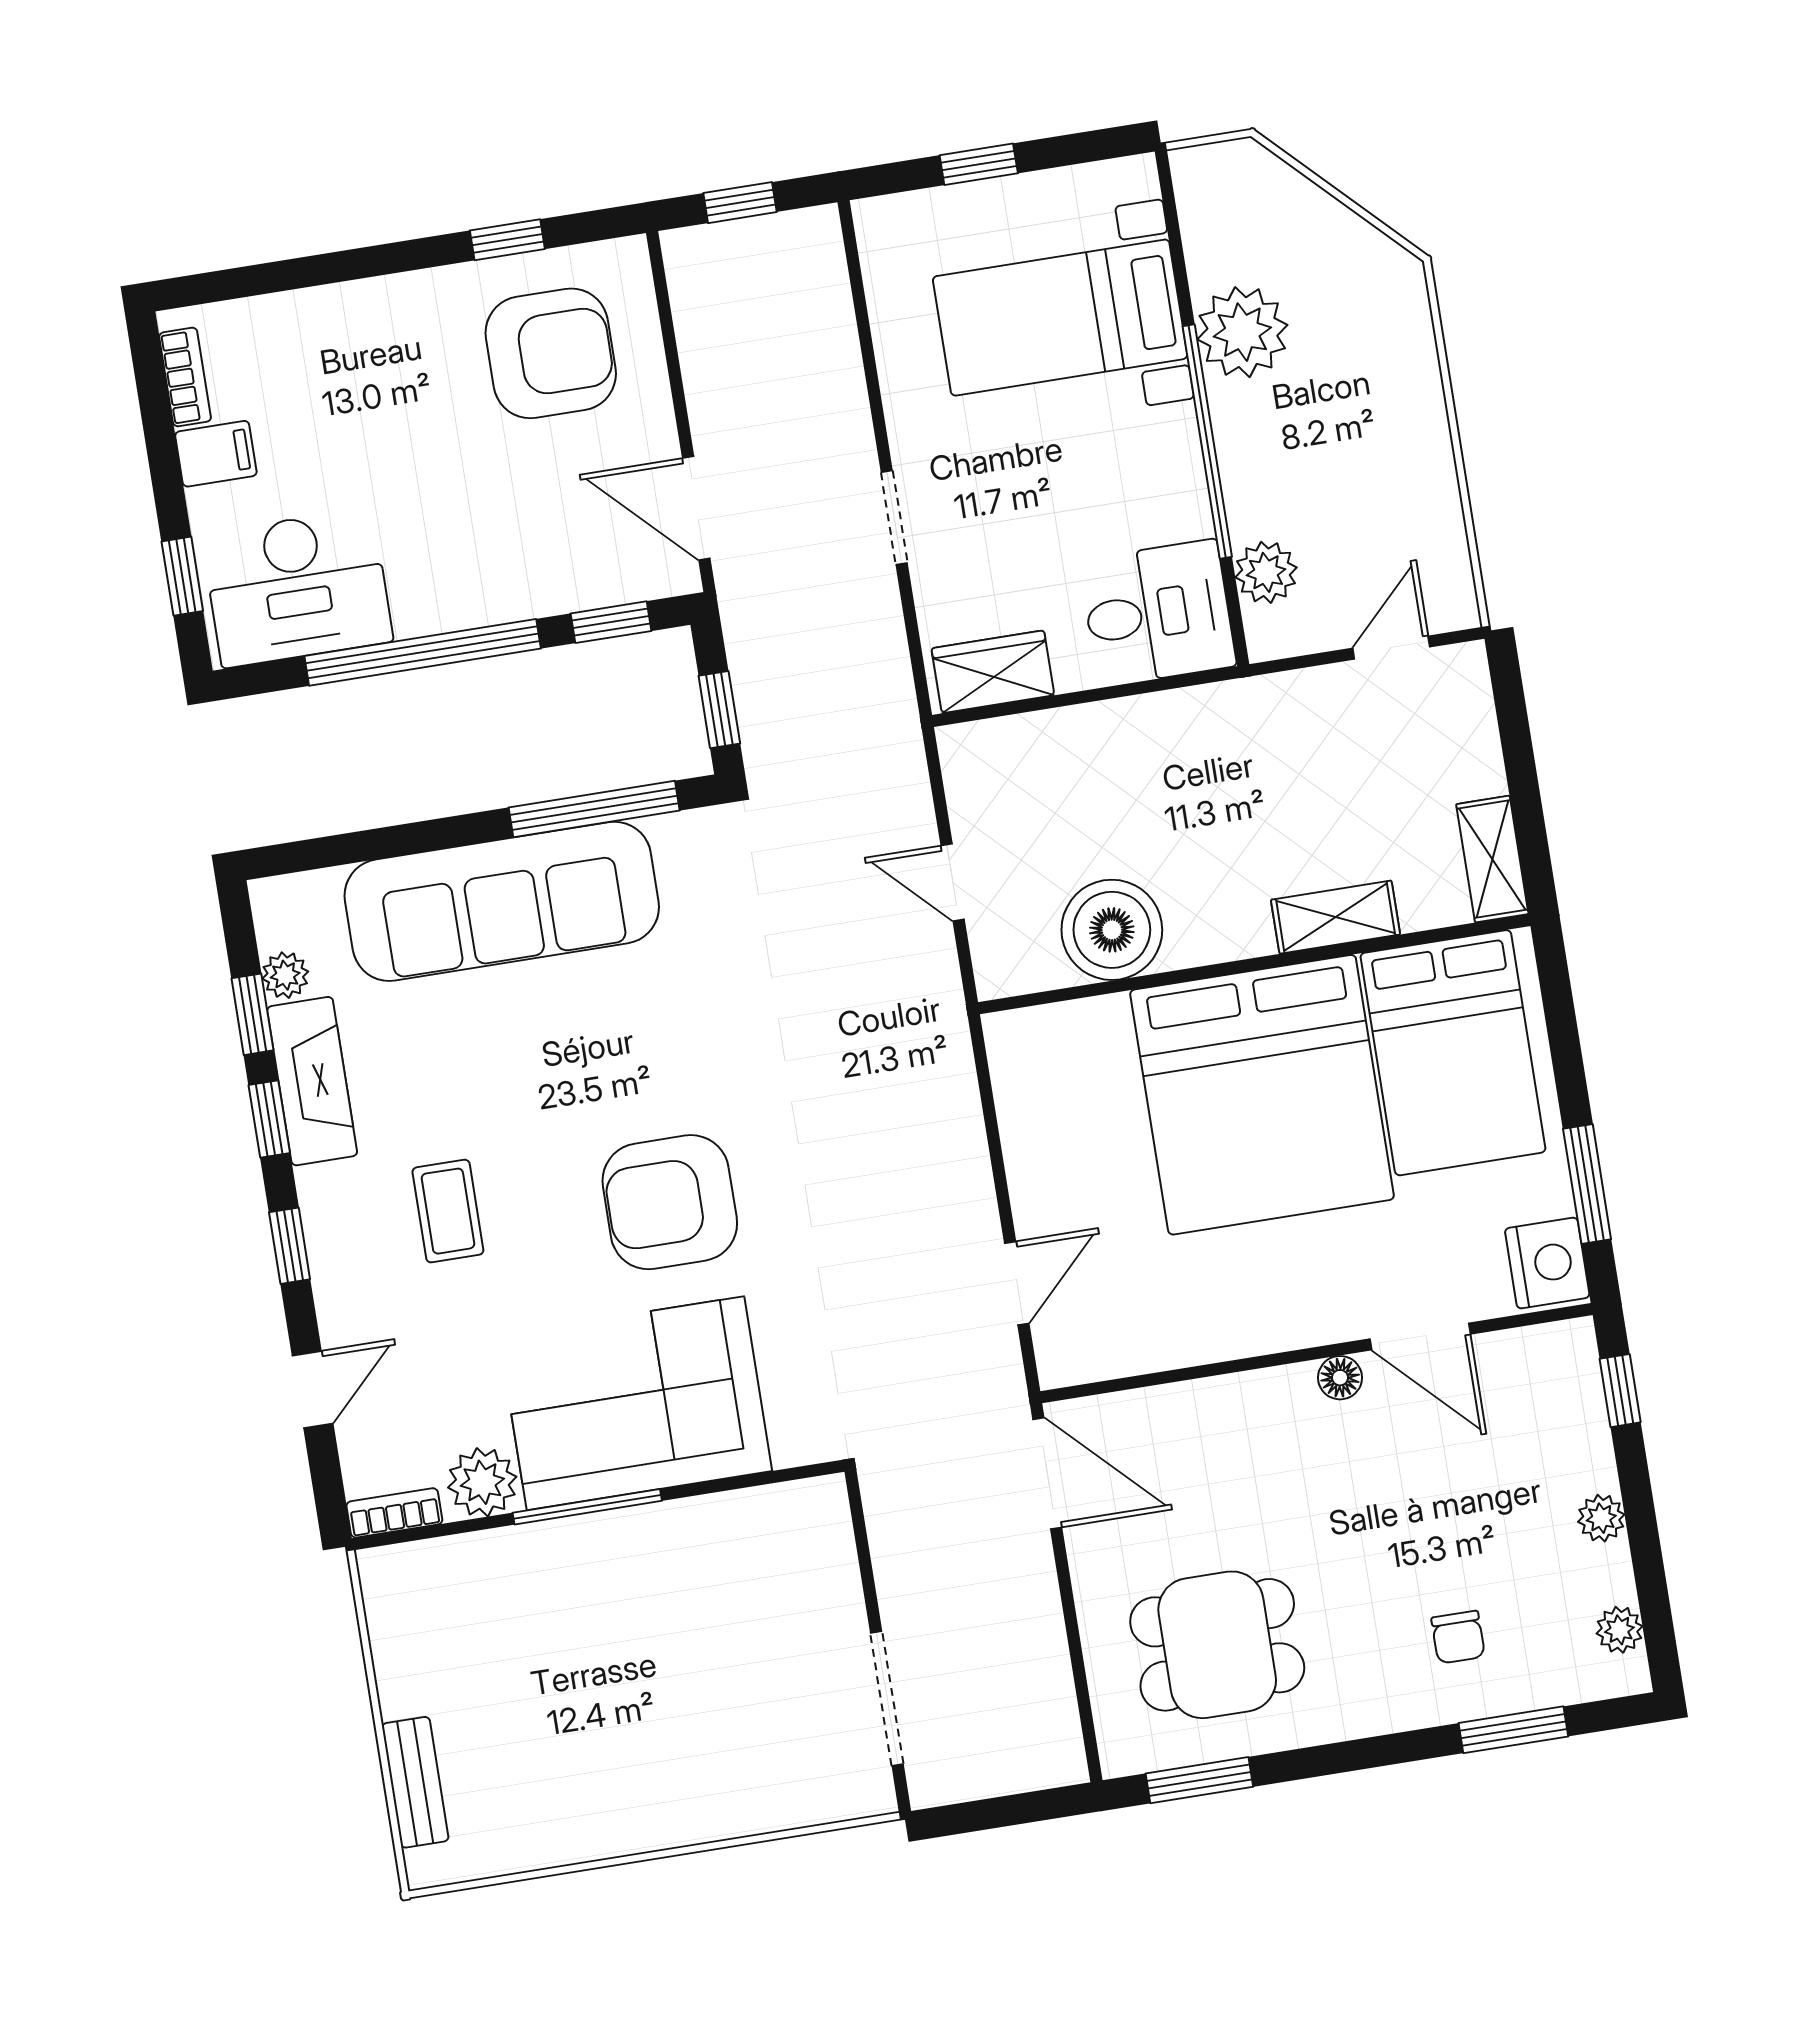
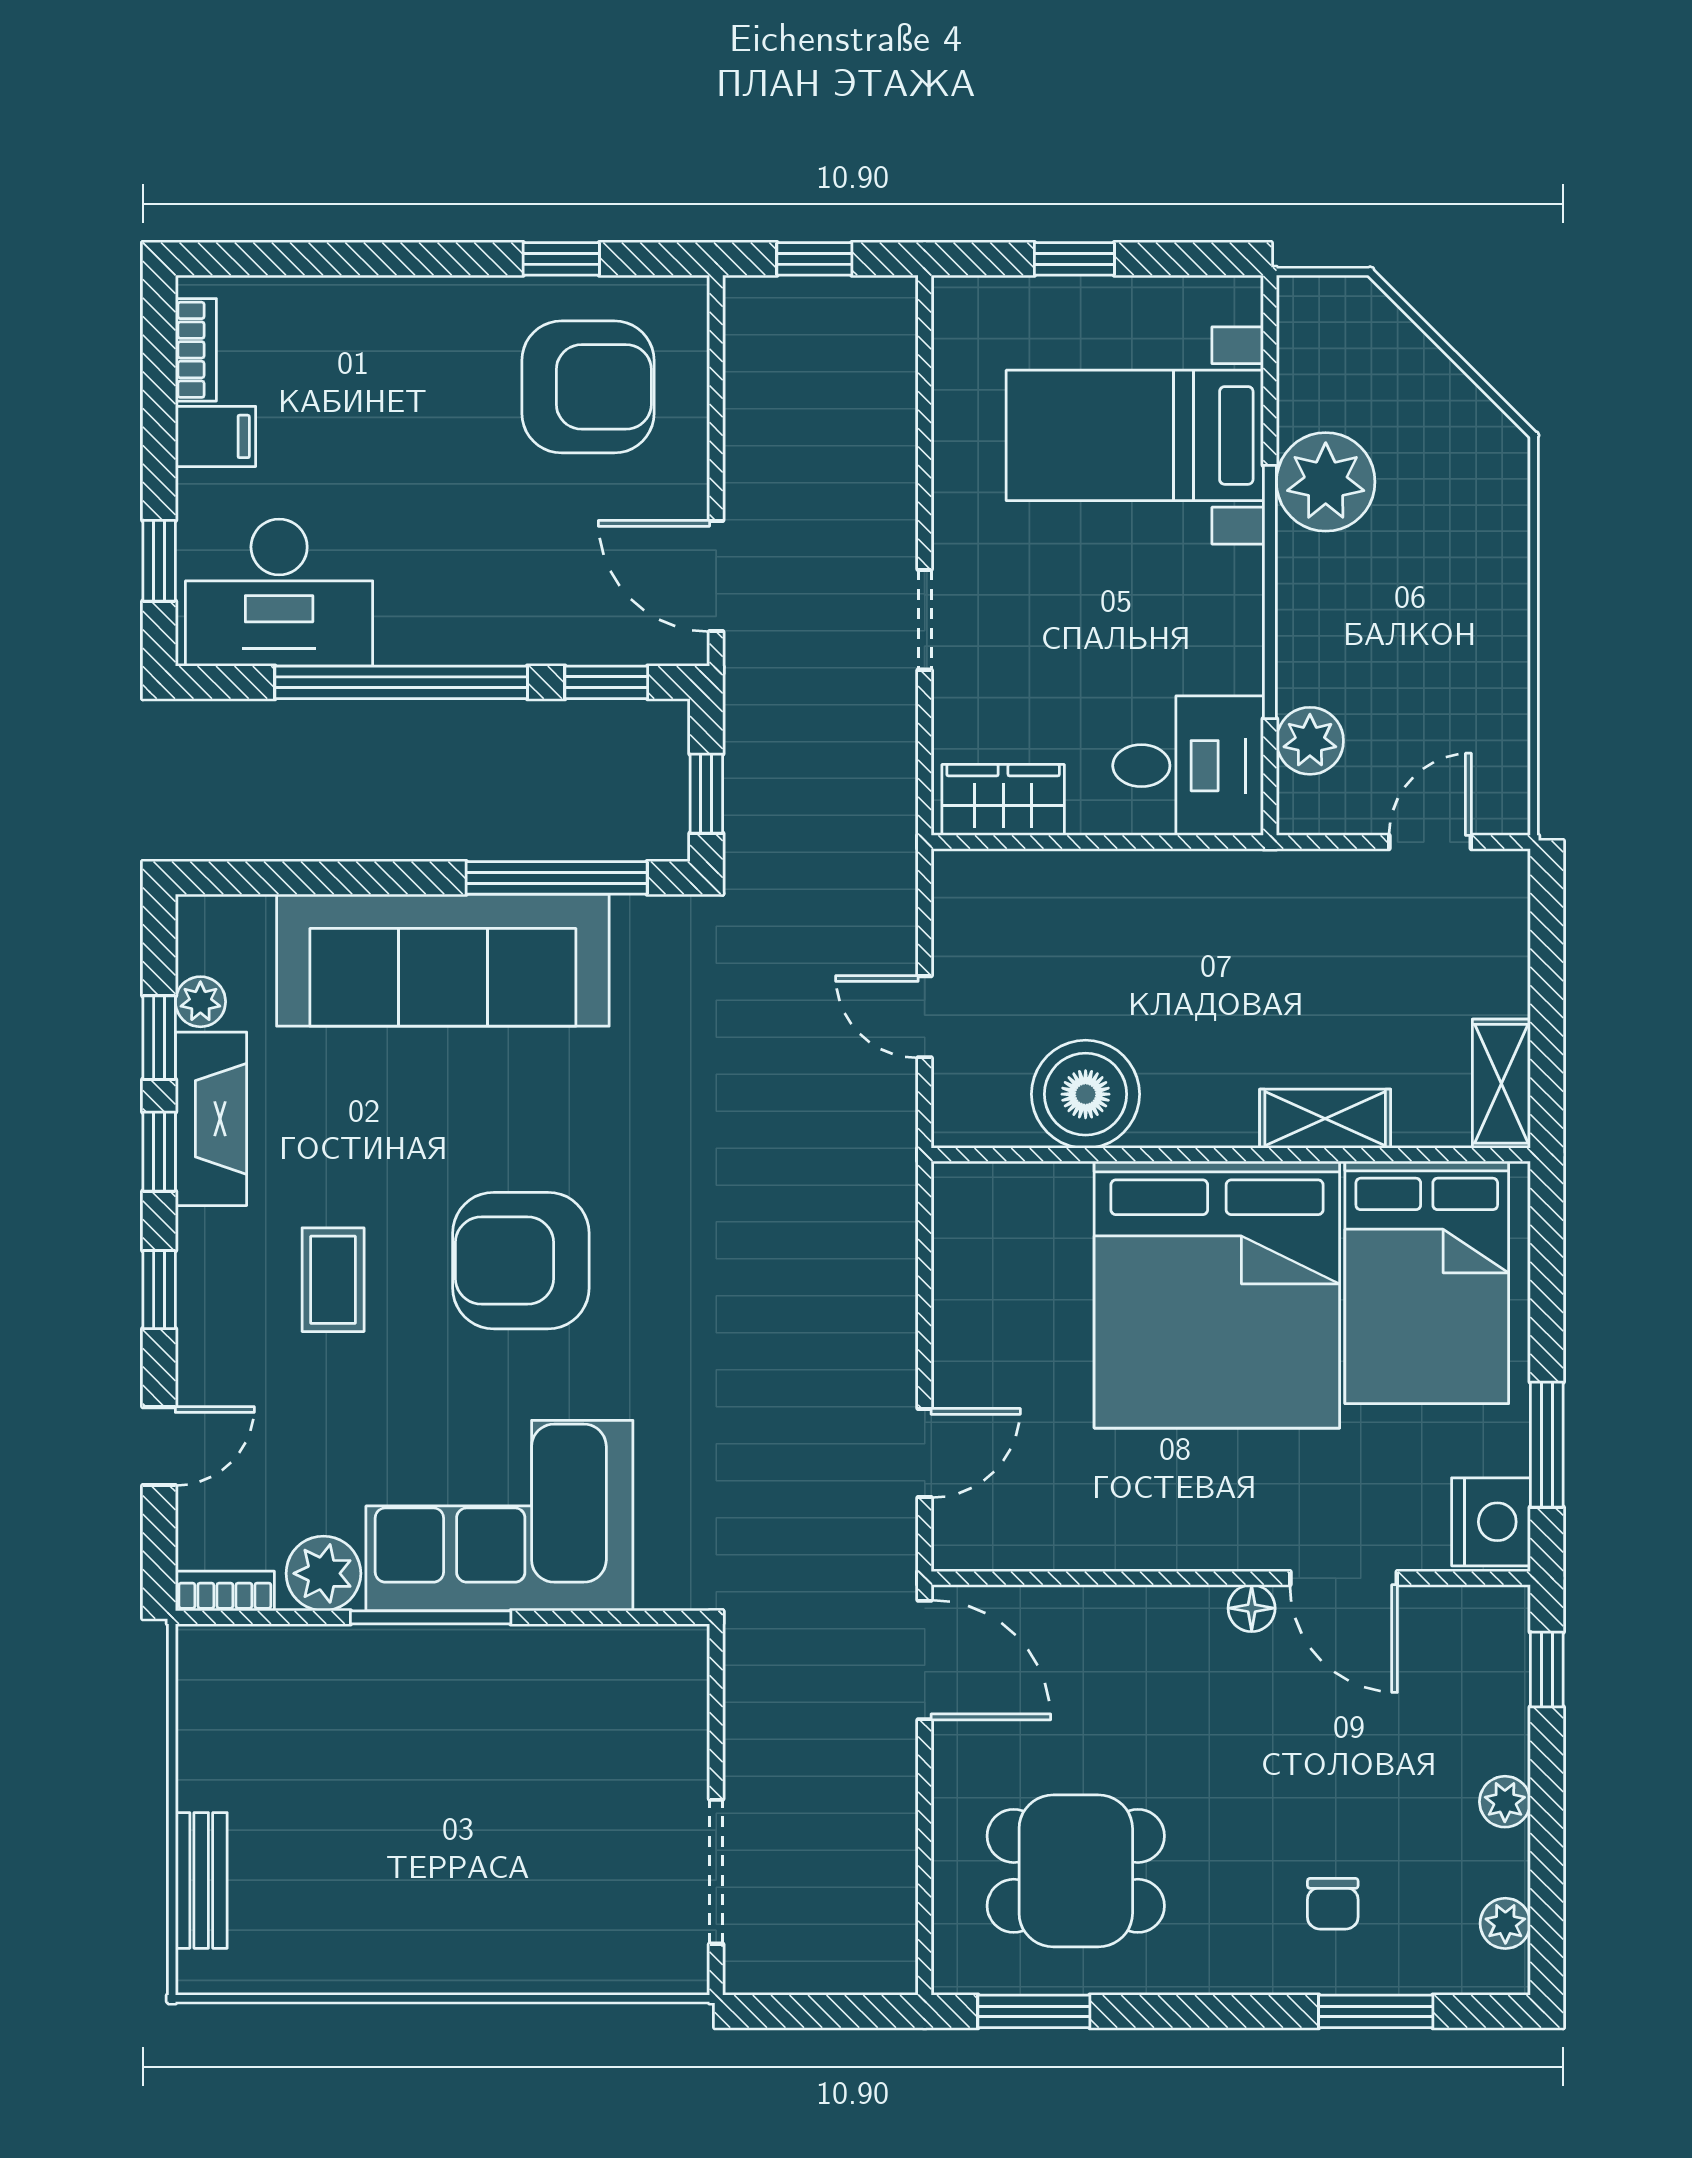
armchair: (670, 1202) -> (521, 1261), moved

